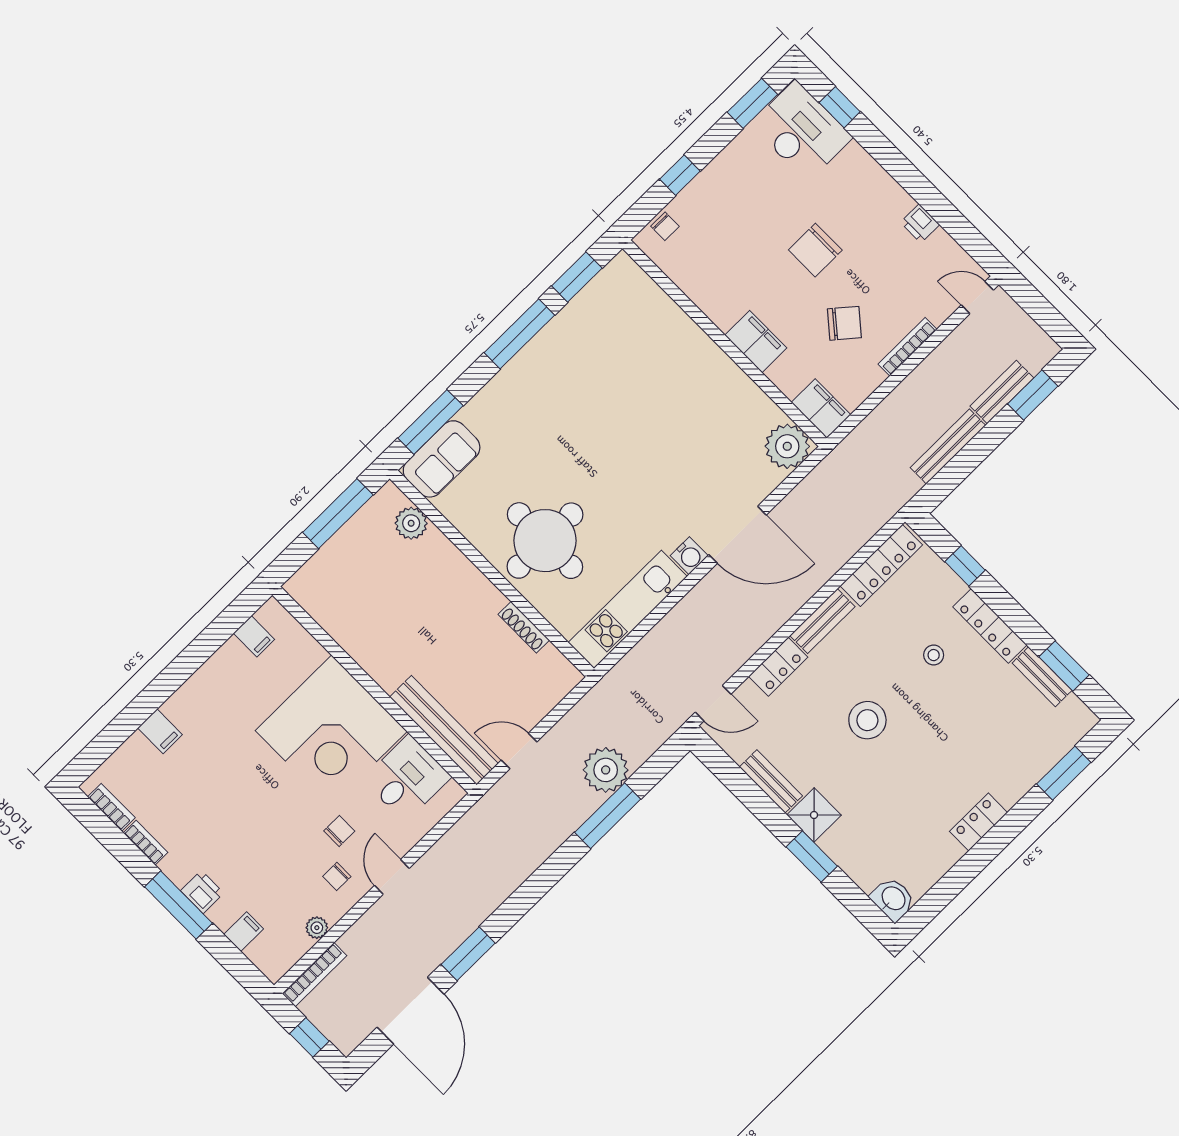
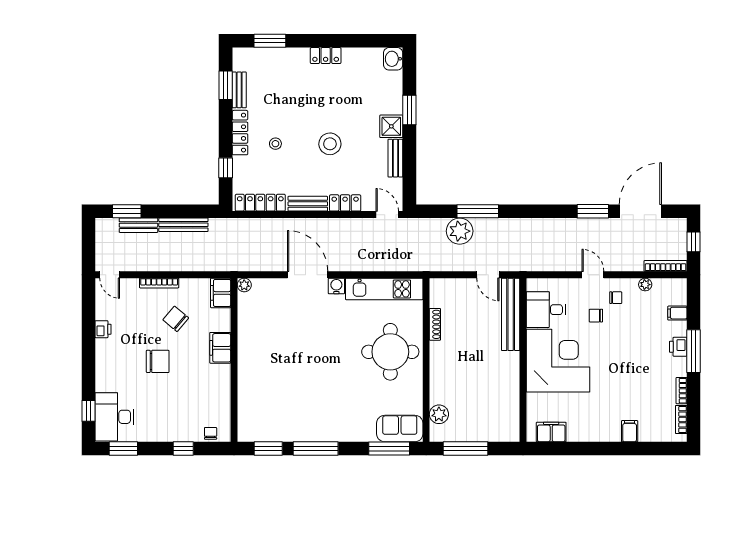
plant: (787, 446) -> (244, 285), width x0.53, depth x0.53
filing cabinet: (254, 636) -> (551, 432), width x2.00
door: (392, 877) -> (593, 275), swing flipped

